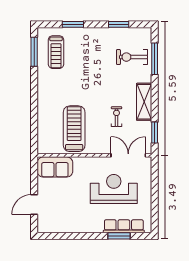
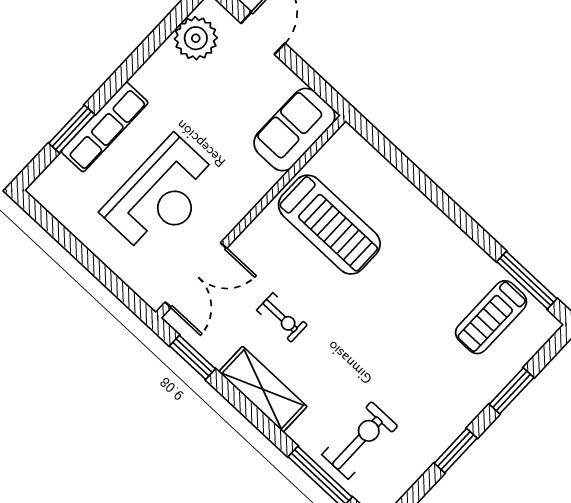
window: (119, 24) -> (456, 451), moved
treadmill: (56, 52) -> (491, 317), turned -90
plant: (55, 224) -> (196, 38), added
row of seats: (124, 226) -> (105, 127), moved

